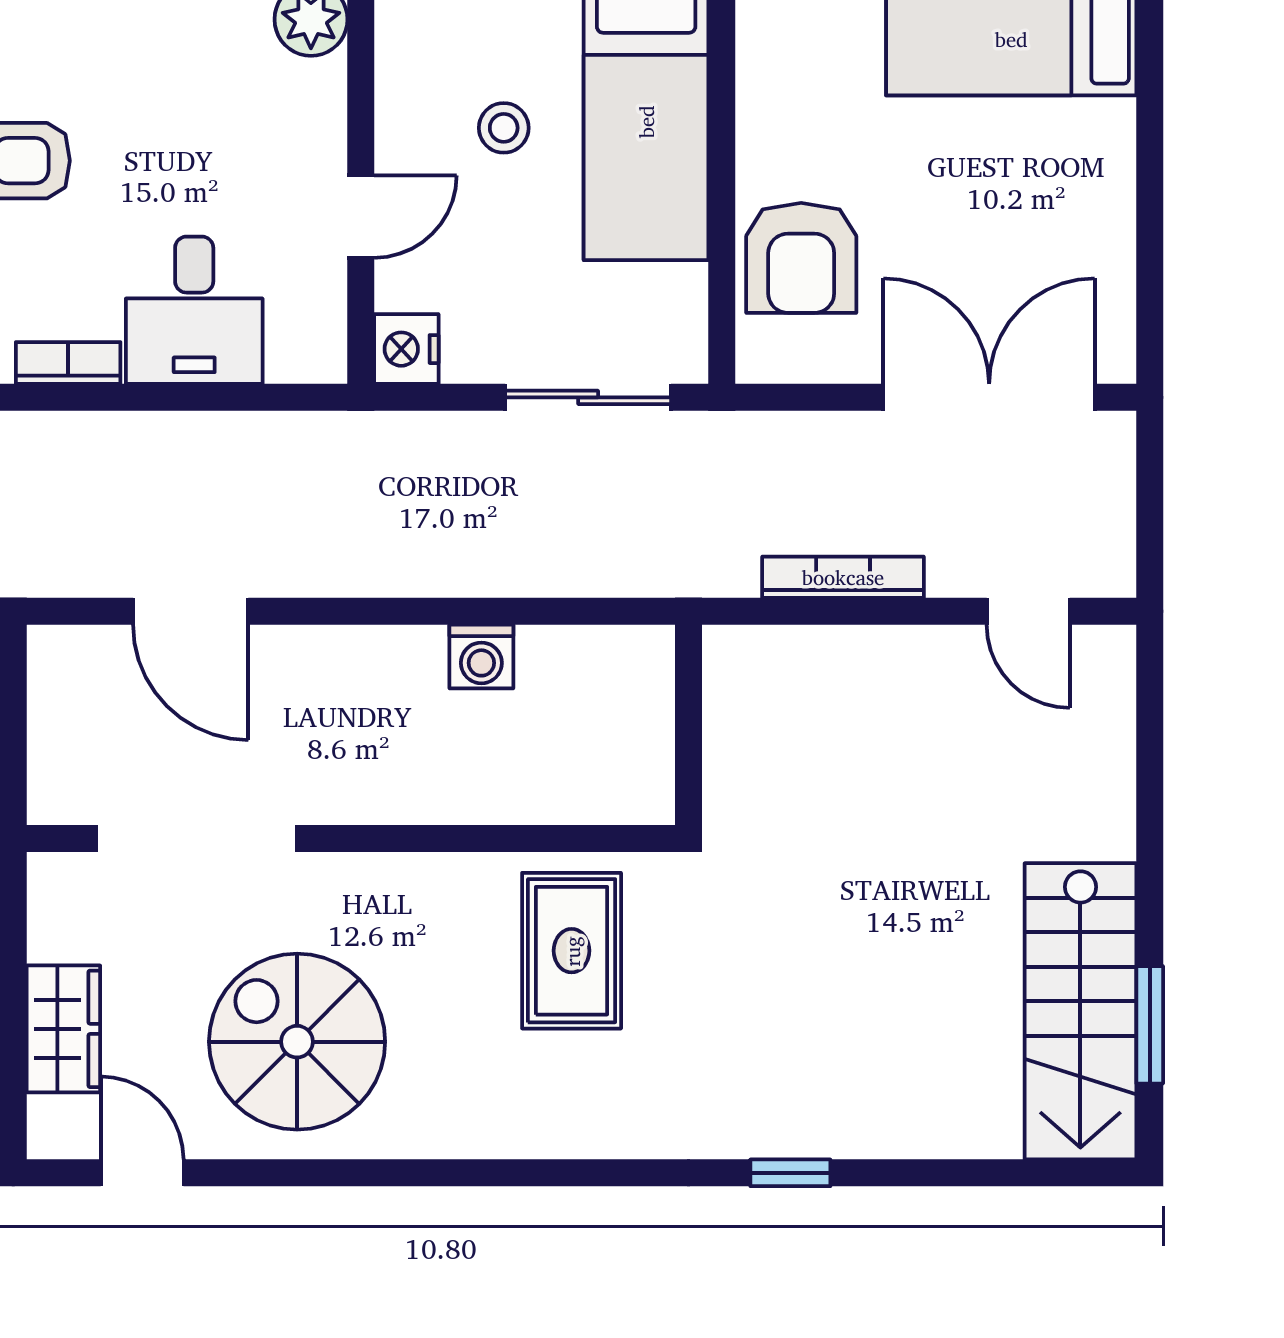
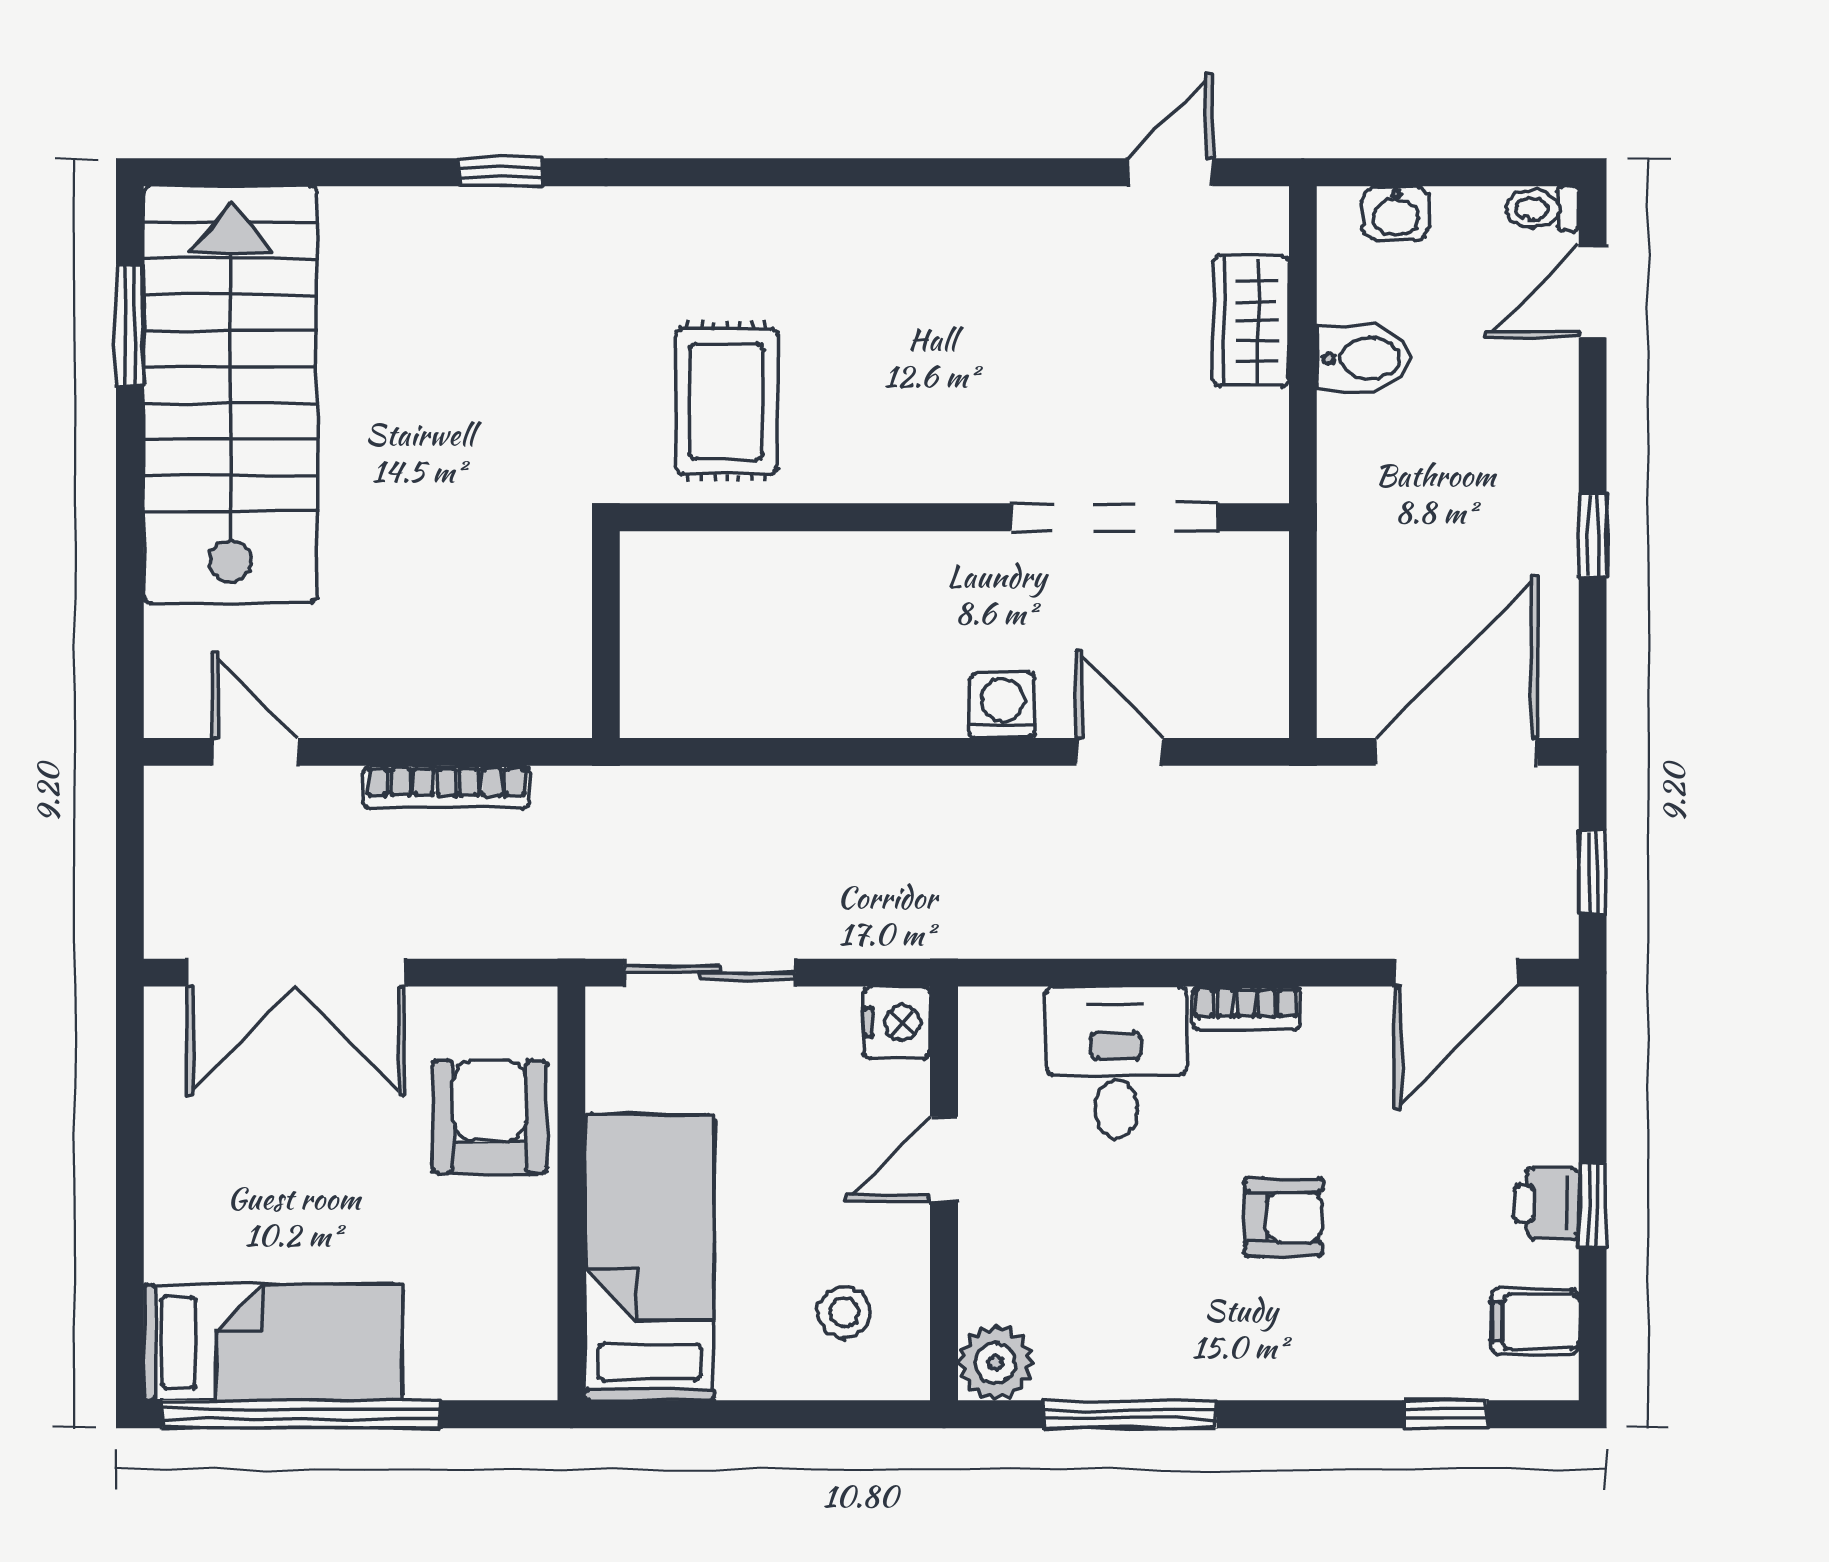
stool: (504, 128) -> (844, 1312), moved
door: (191, 611) -> (1120, 752), width x0.73
washing machine: (481, 657) -> (1003, 705), moved
stairs: (1080, 1011) -> (231, 395), width x1.36, depth x1.51
spiral stairs: (297, 1042) -> (1010, 308), removed
door: (142, 1173) -> (1170, 172), swing flipped

